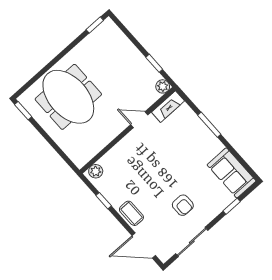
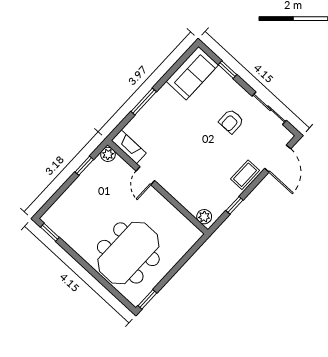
armchair: (183, 205) -> (231, 121), turned 180

